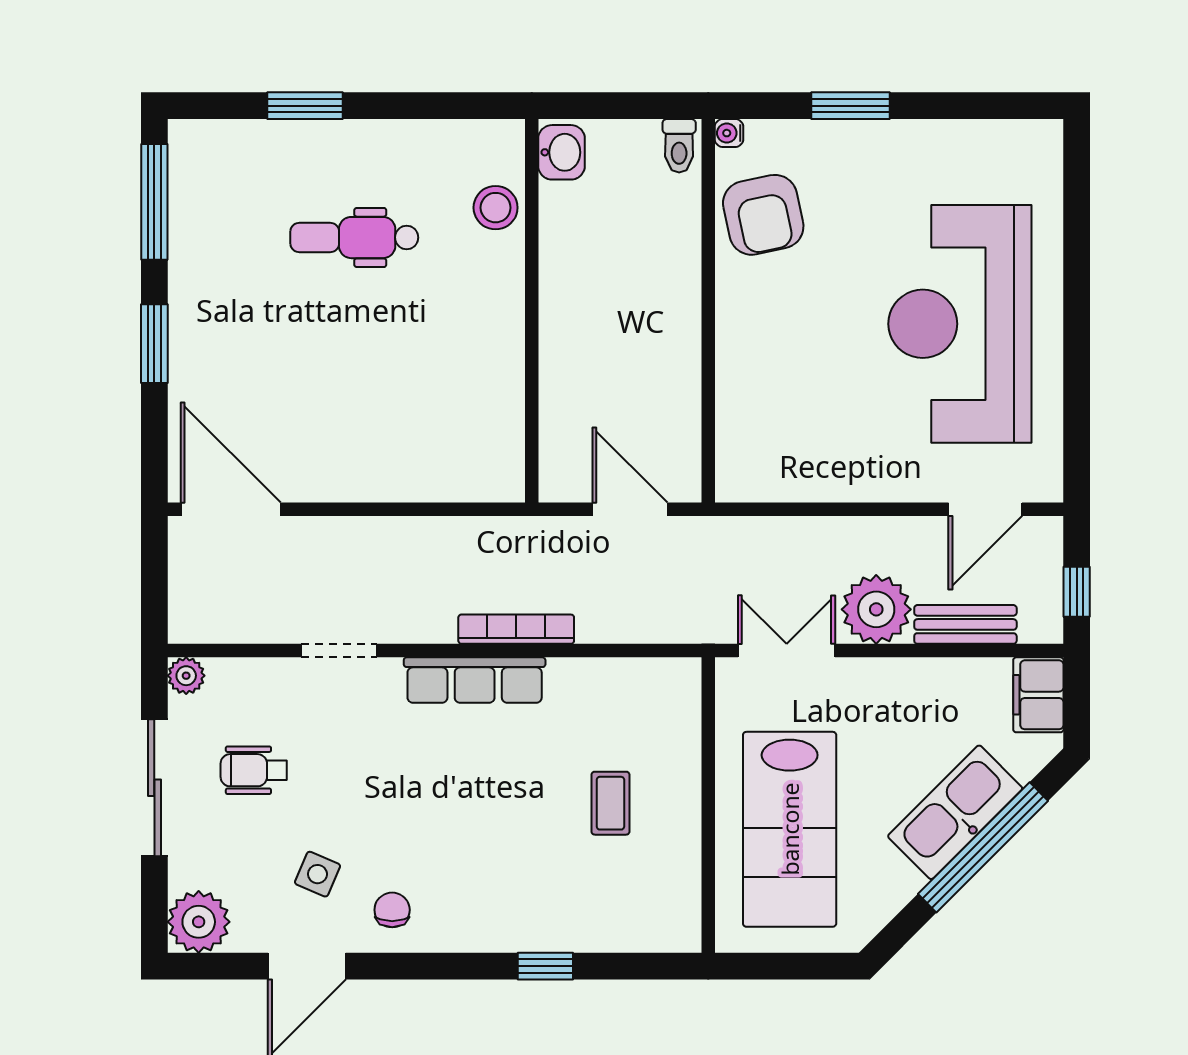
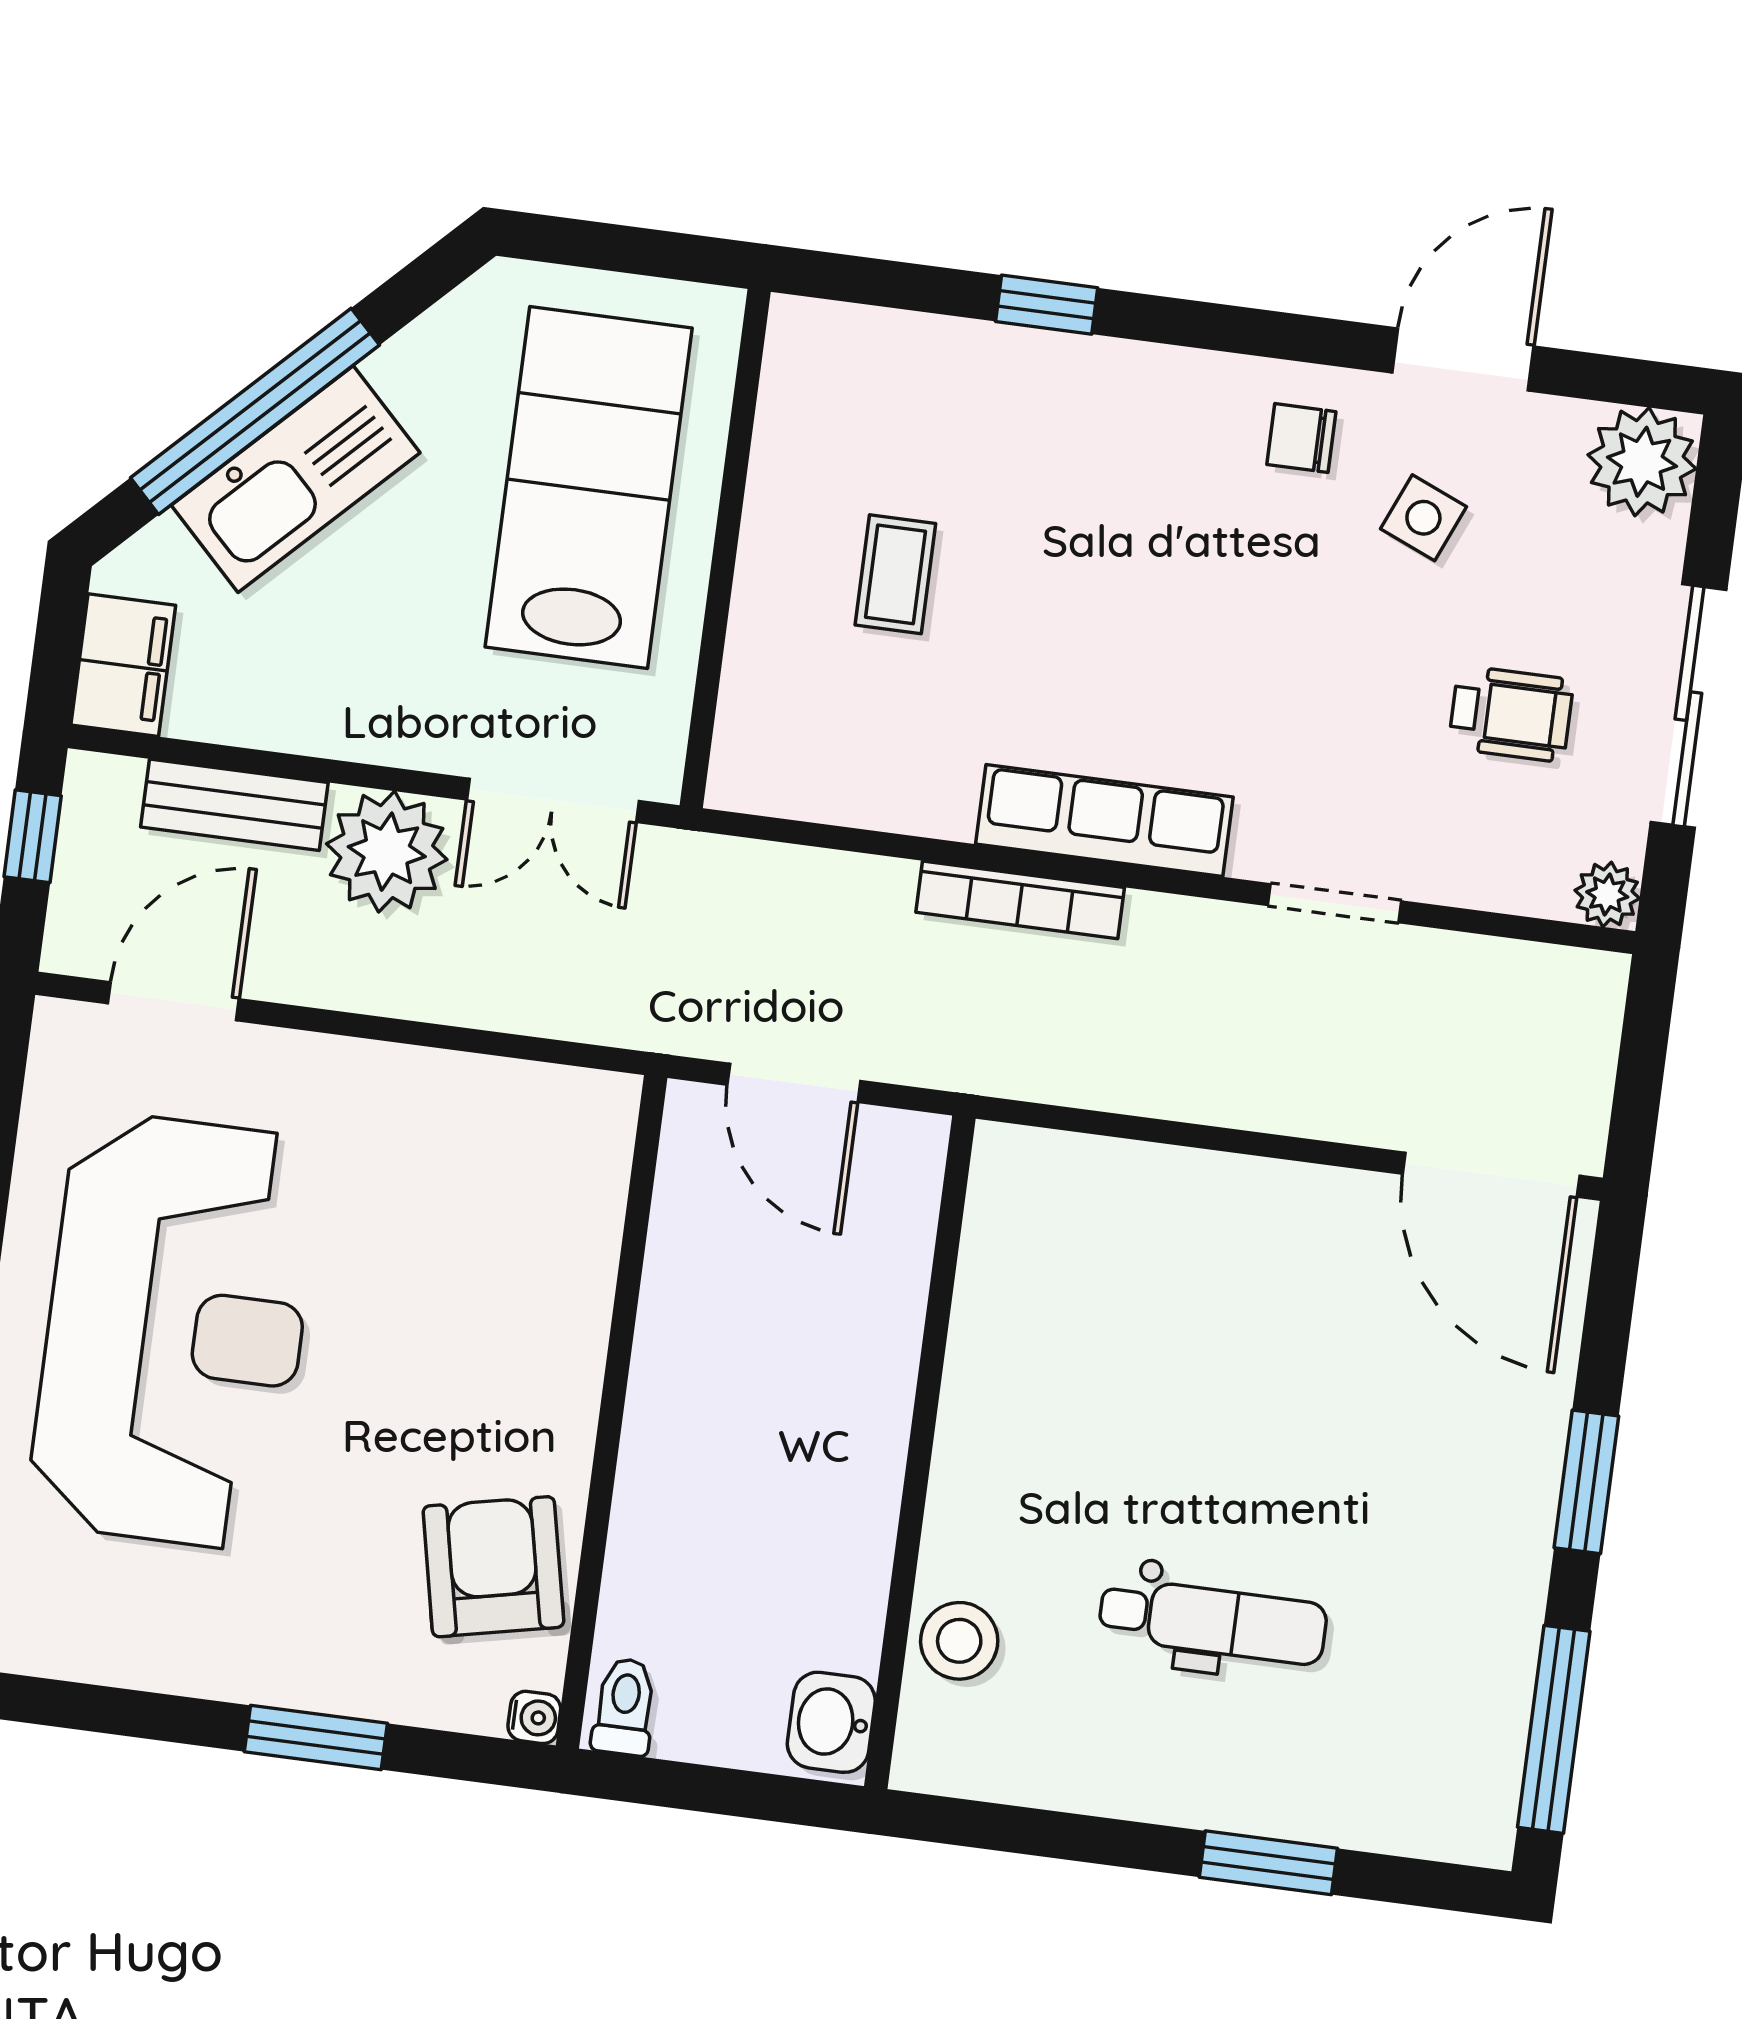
chair: (392, 910) -> (1301, 438), turned 90

